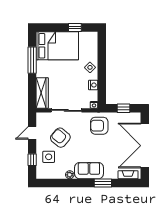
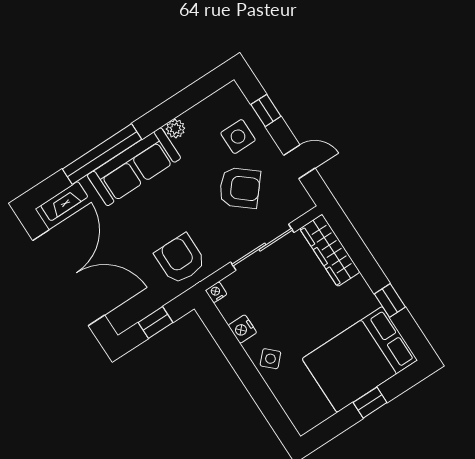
window: (75, 27) -> (370, 403), moved
window: (32, 60) -> (390, 301), width x0.46
armchair: (99, 126) -> (180, 259), turned -90
door: (32, 133) -> (299, 162), hinge flipped
sofa: (89, 171) -> (134, 167), width x1.36
window: (103, 183) -> (102, 154), width x2.11

